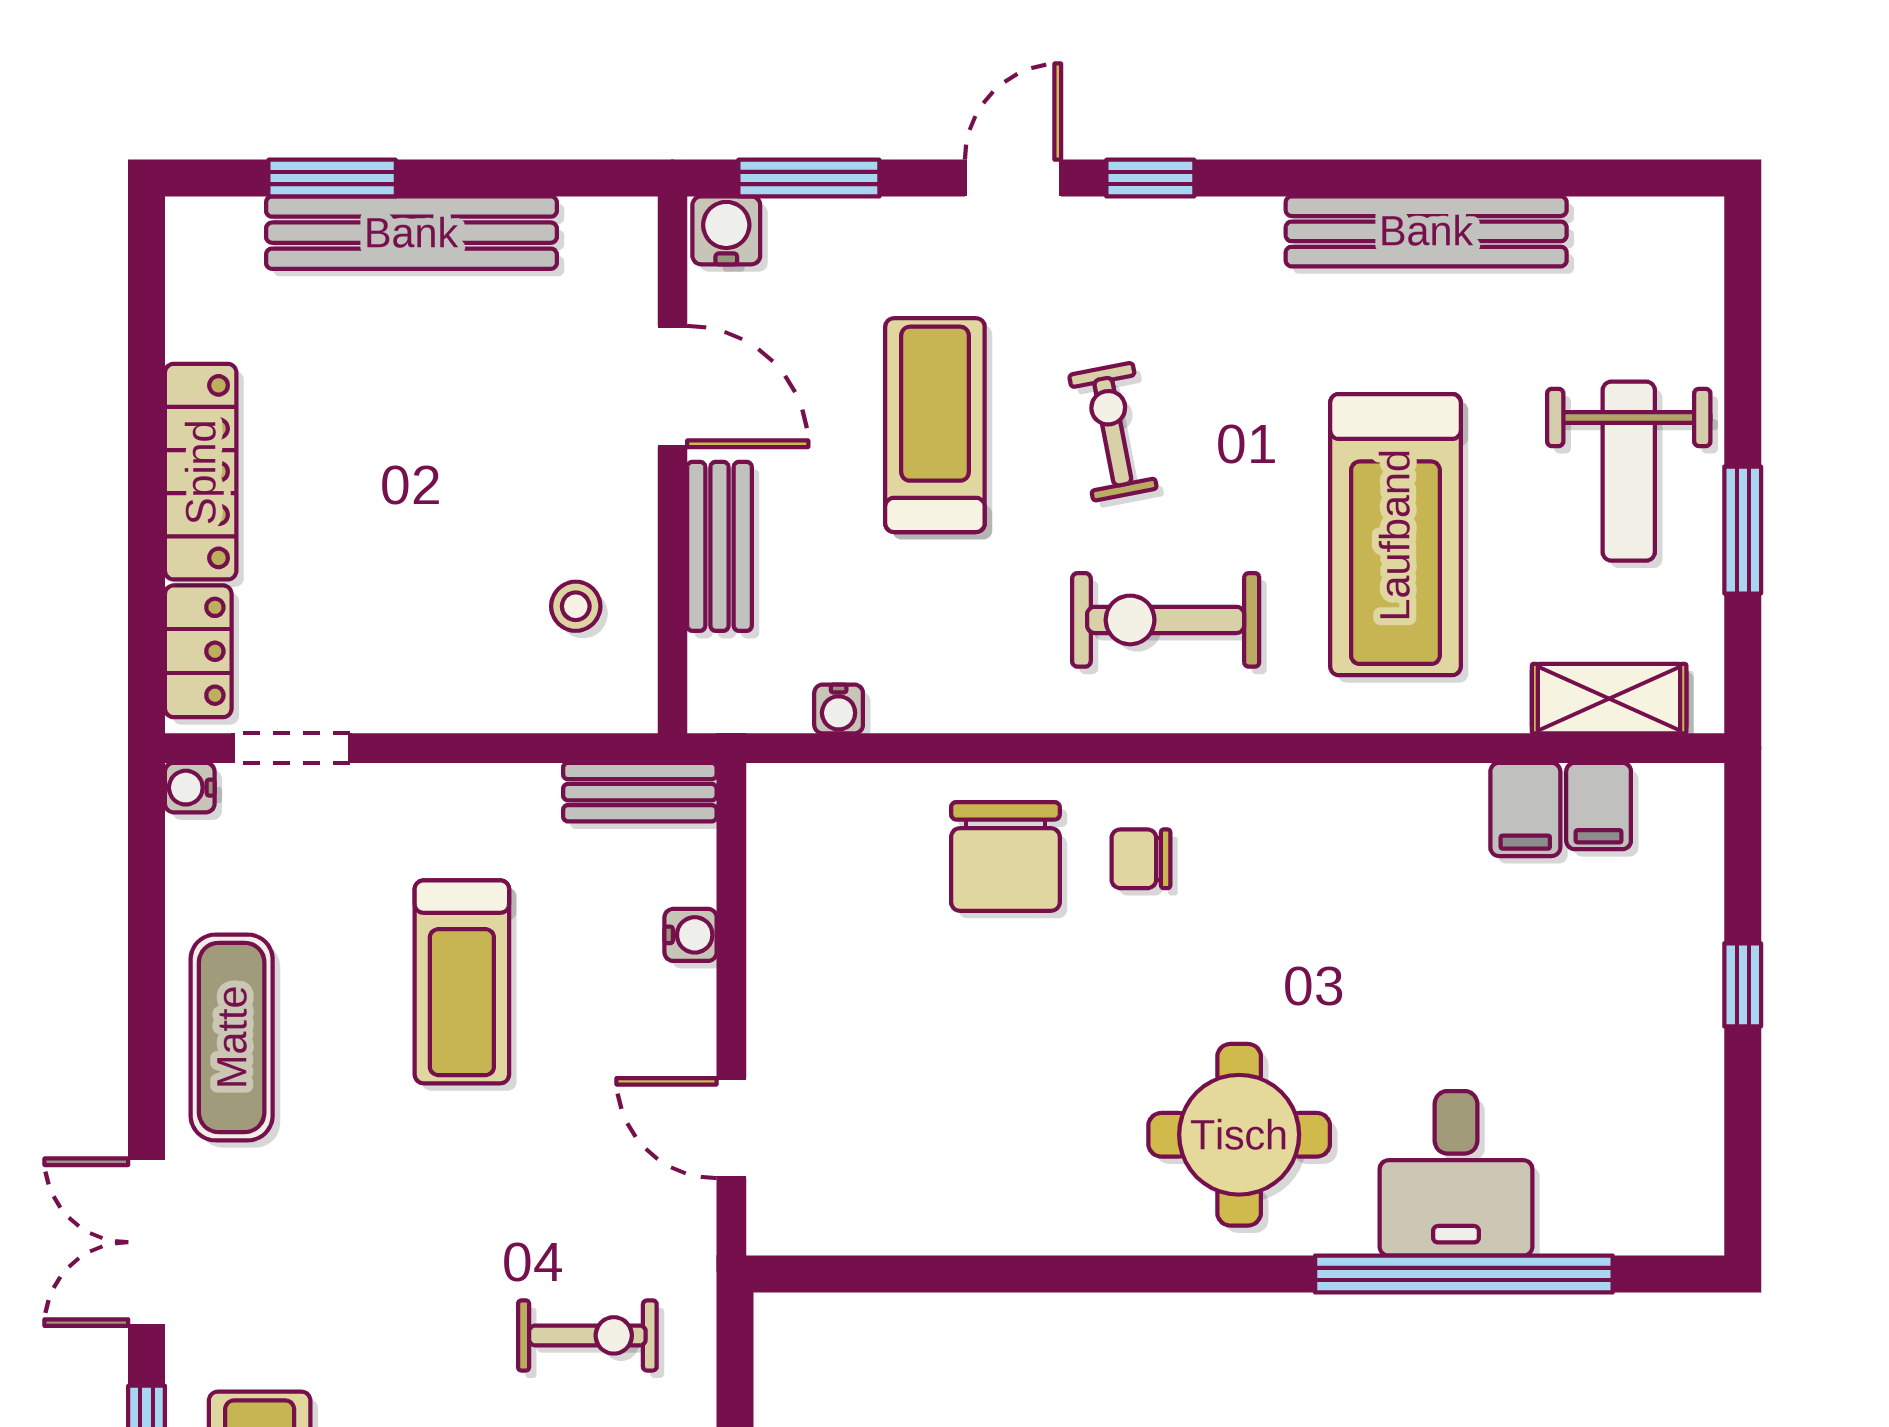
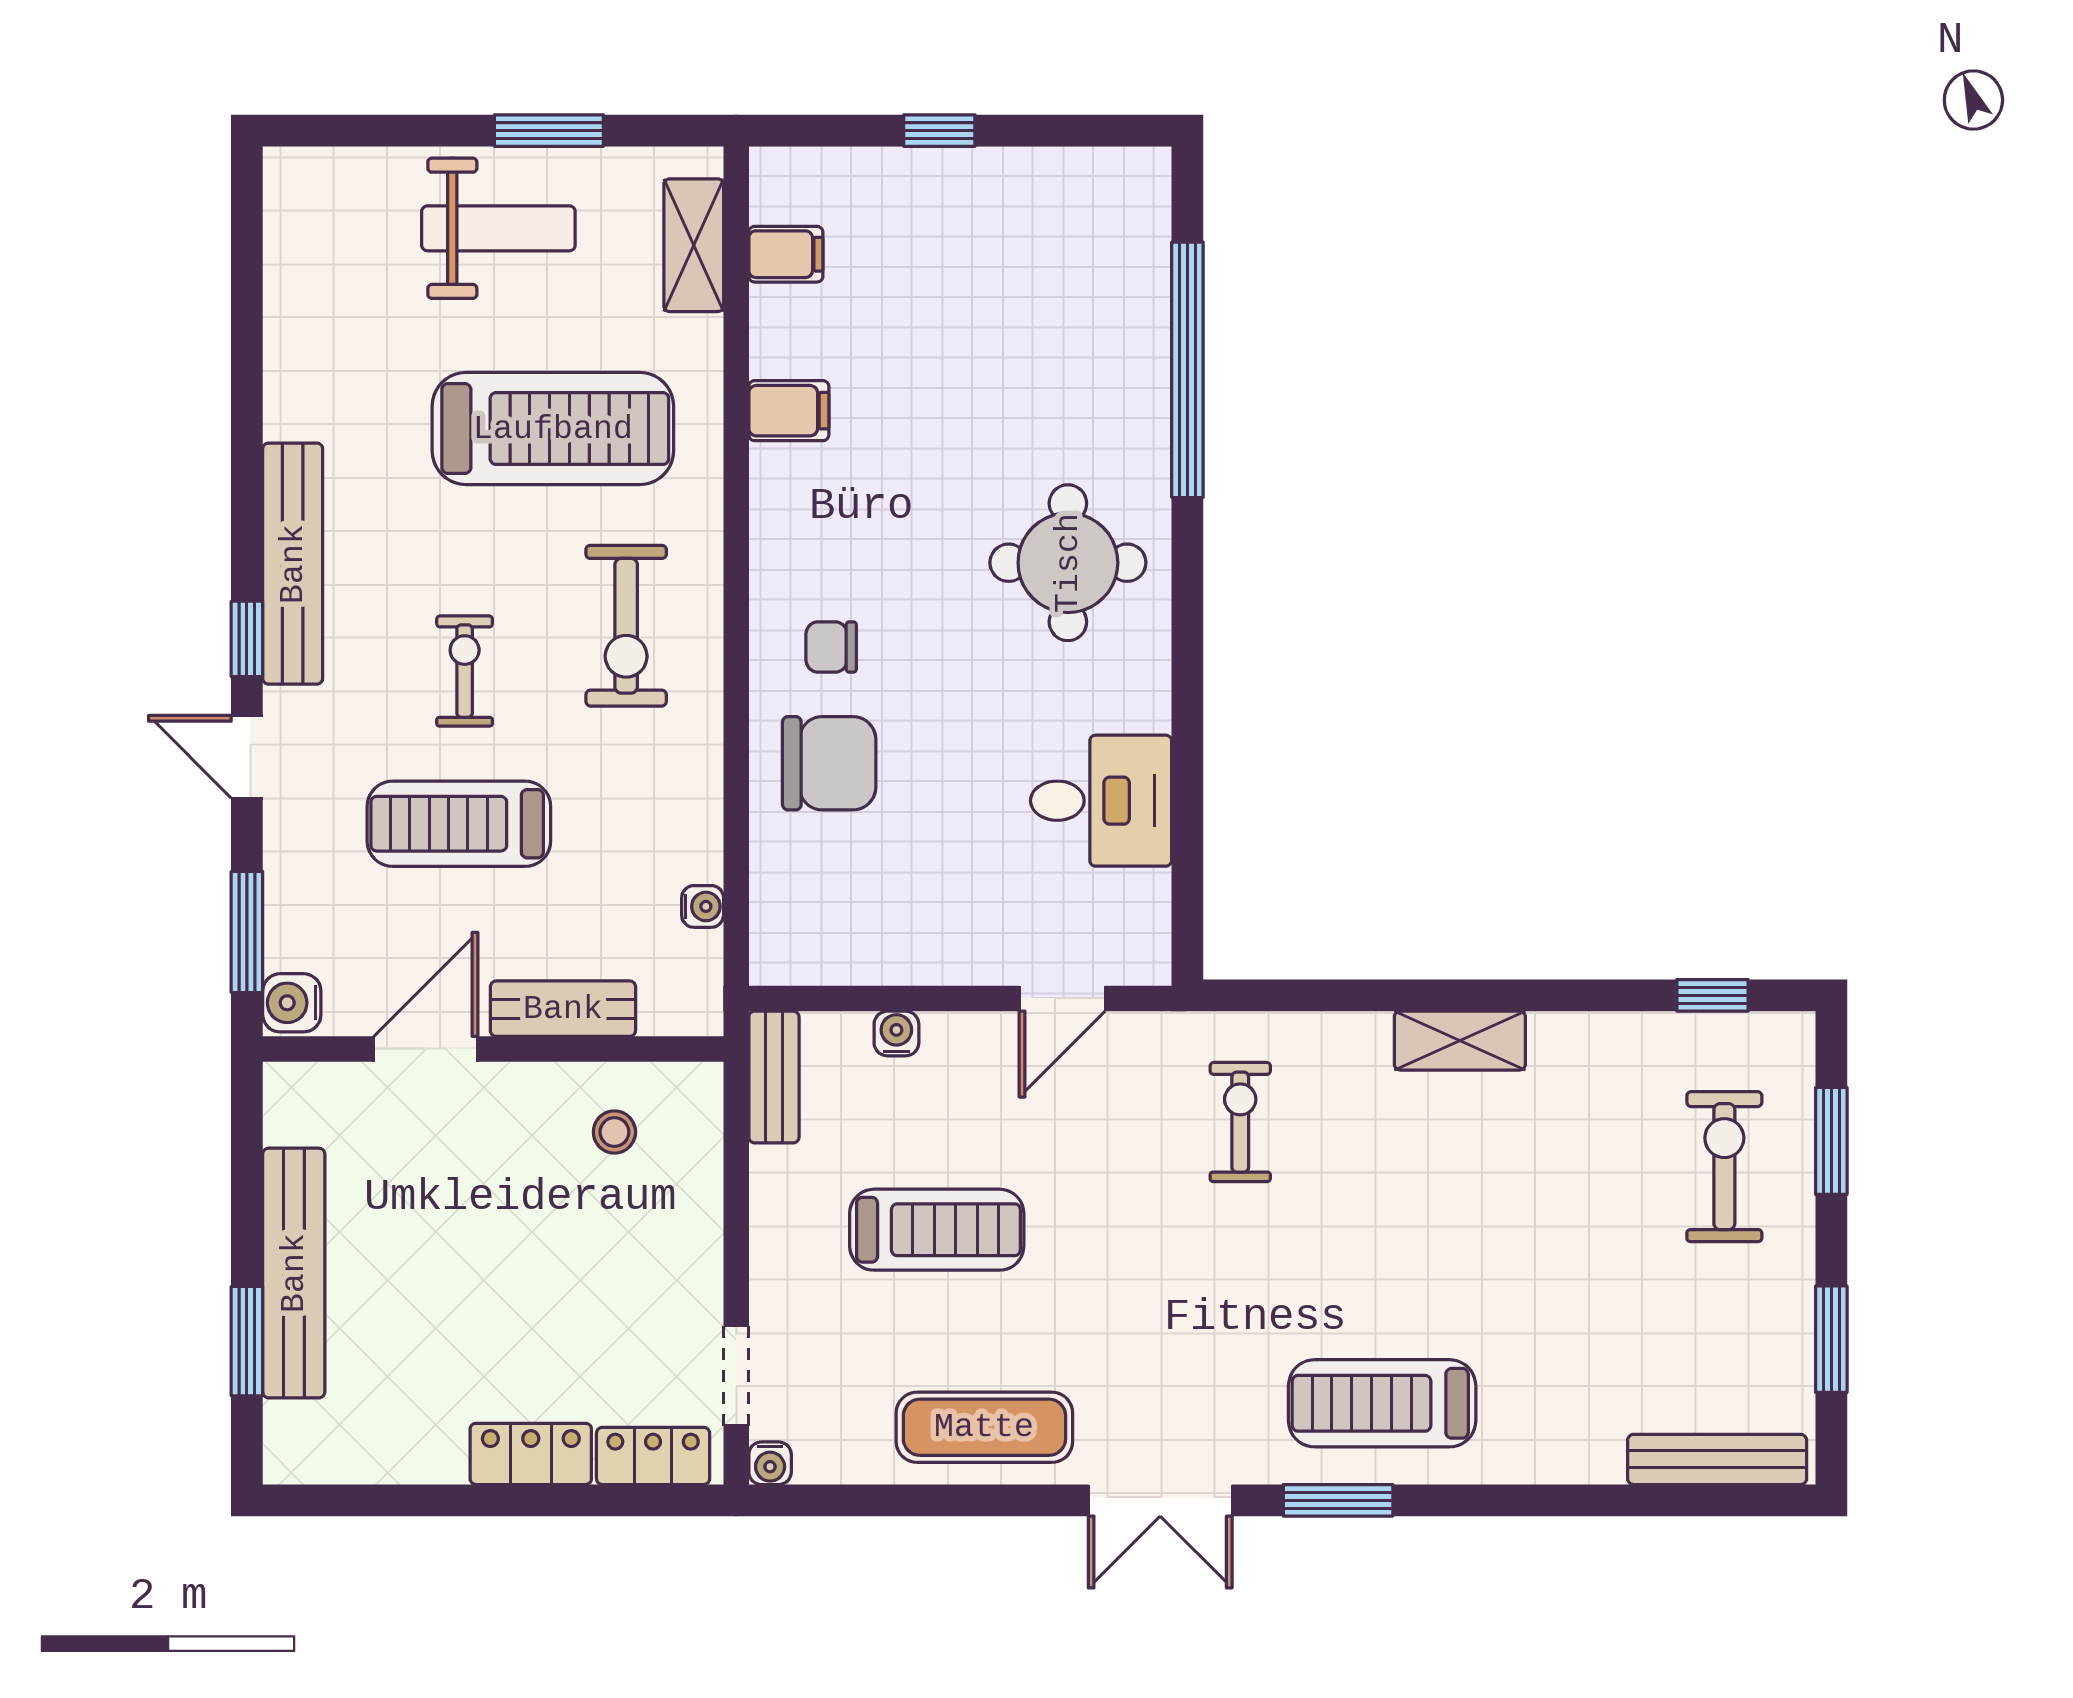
bench: (1426, 231) -> (293, 564), moved
exercise bike: (1113, 432) -> (465, 671), turned 101
locker: (201, 472) -> (531, 1454), width x0.66
filing cabinet: (1525, 809) -> (789, 411), moved
chair: (1141, 859) -> (831, 647), turned 90
desk: (1456, 1173) -> (1101, 801), moved

